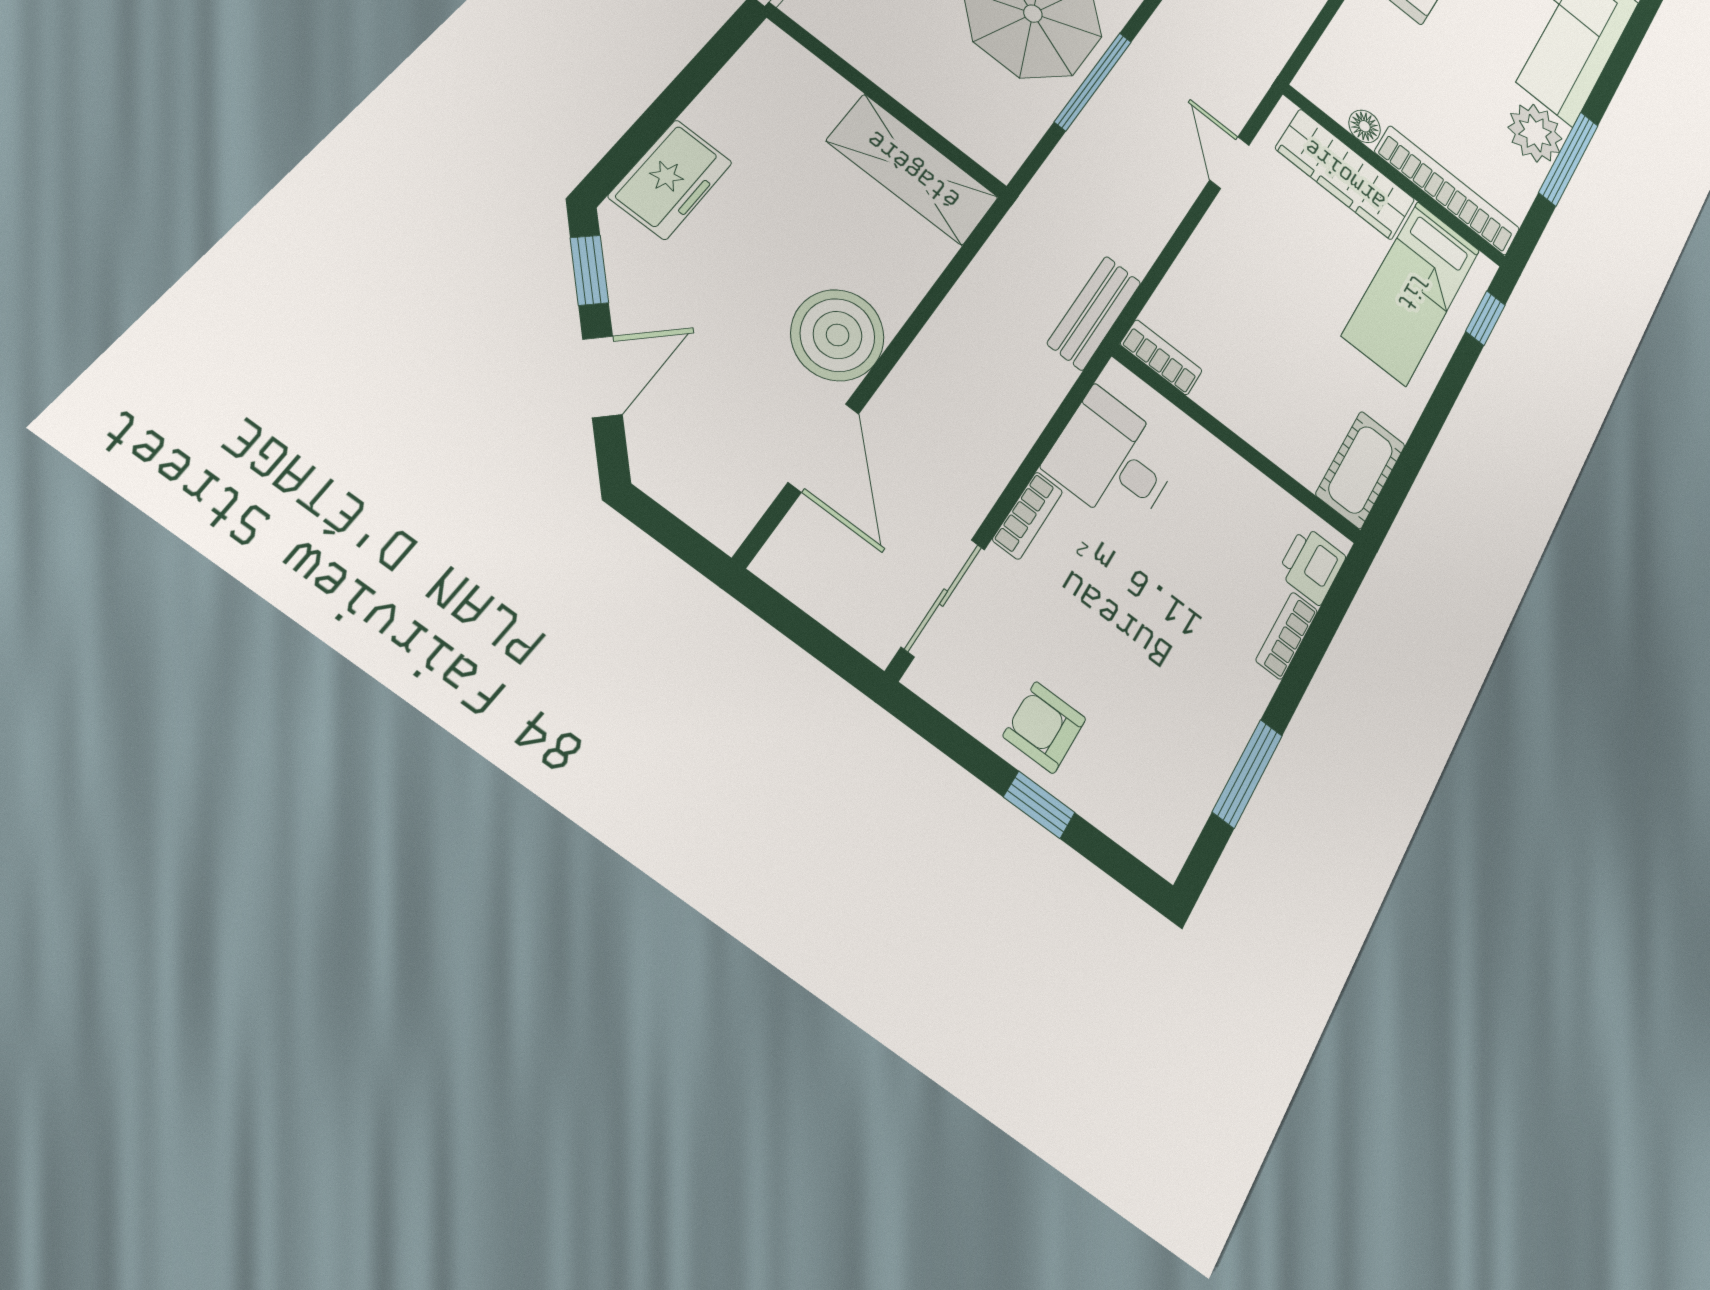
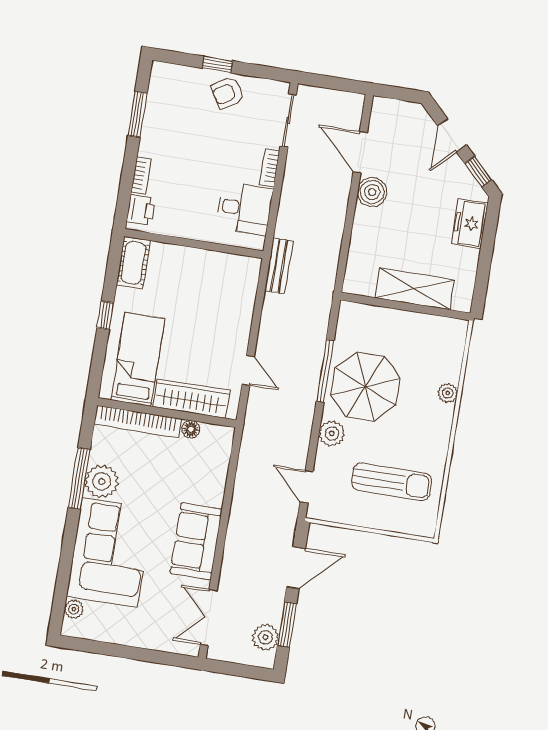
shelving: (913, 169) -> (415, 289), moved
window: (1485, 318) -> (105, 315), moved
boiler: (838, 335) -> (372, 192), width x0.73, depth x0.73
bookcase: (1161, 357) -> (242, 263), removed
armchair: (1045, 727) -> (228, 93), turned 149

